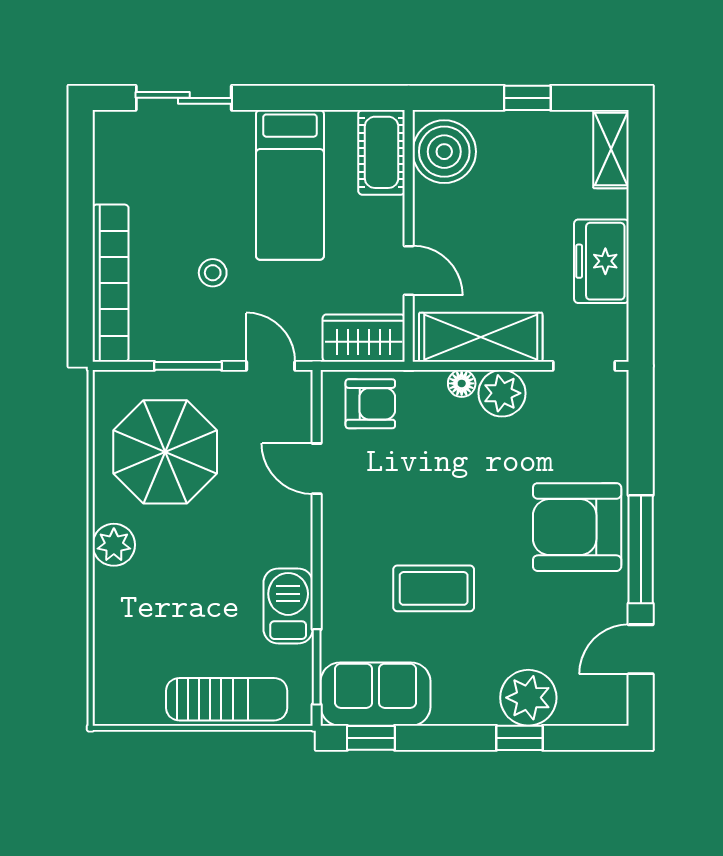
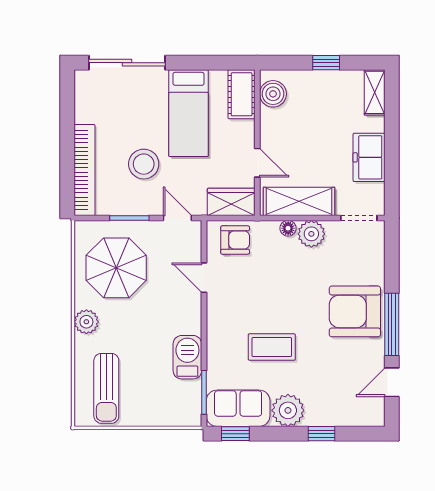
sliding door: (184, 98) -> (127, 63), width x1.37
boiler: (444, 152) -> (273, 94), width x0.73, depth x0.73
stool: (213, 273) -> (144, 164), width x1.89, depth x1.89
plant: (528, 698) -> (288, 410), moved
sun lounger: (227, 699) -> (106, 388), moved, turned 90

